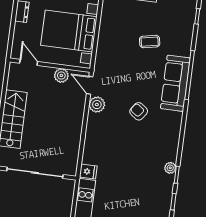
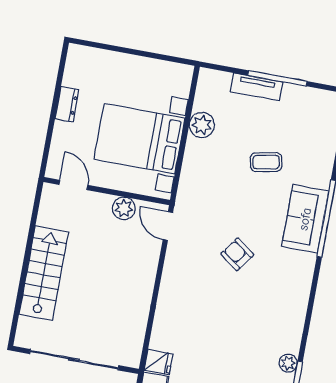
sofa: (175, 83) -> (305, 219), width x0.73
plant: (97, 105) -> (202, 125), moved
armchair: (139, 111) -> (237, 254), moved

